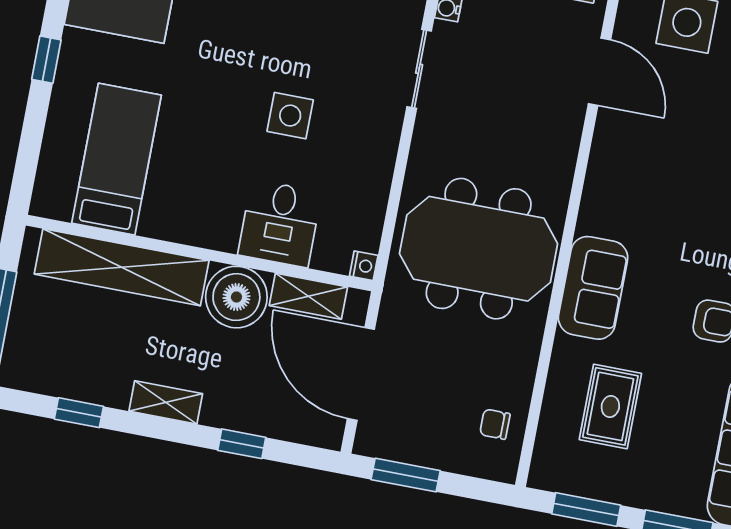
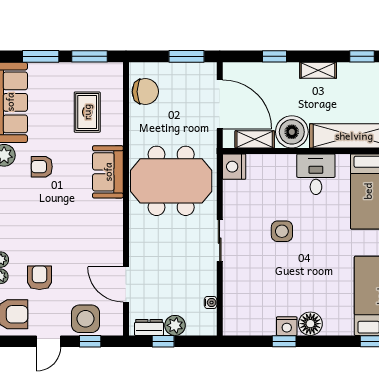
sliding door: (419, 69) -> (220, 241), moved
desk: (280, 223) -> (316, 174), moved
nightstand: (364, 266) -> (234, 167), width x1.89, depth x1.79
chair: (495, 424) -> (145, 92), width x1.87, depth x1.87

